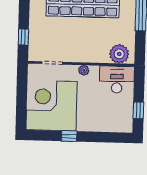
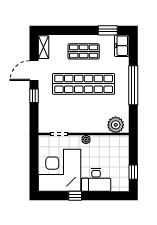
window: (23, 37) -> (34, 96), moved
desk: (117, 80) -> (96, 180), moved, turned 180

